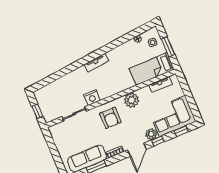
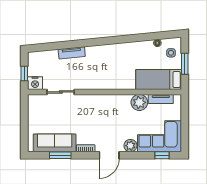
tv unit: (96, 63) -> (72, 53), moved
nightstand: (92, 98) -> (35, 83), moved
plant: (131, 100) -> (139, 102), moved
armchair: (110, 118) -> (96, 111), removed
window: (158, 141) -> (134, 155), removed

